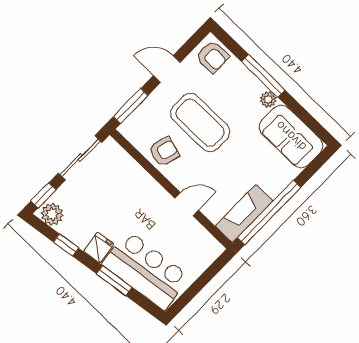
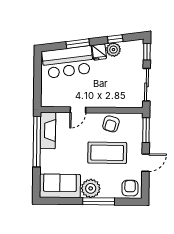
armchair: (213, 57) -> (130, 188), turned 90
plant: (268, 99) -> (91, 188), width x1.87, depth x1.87
plant: (52, 214) -> (113, 50), moved

